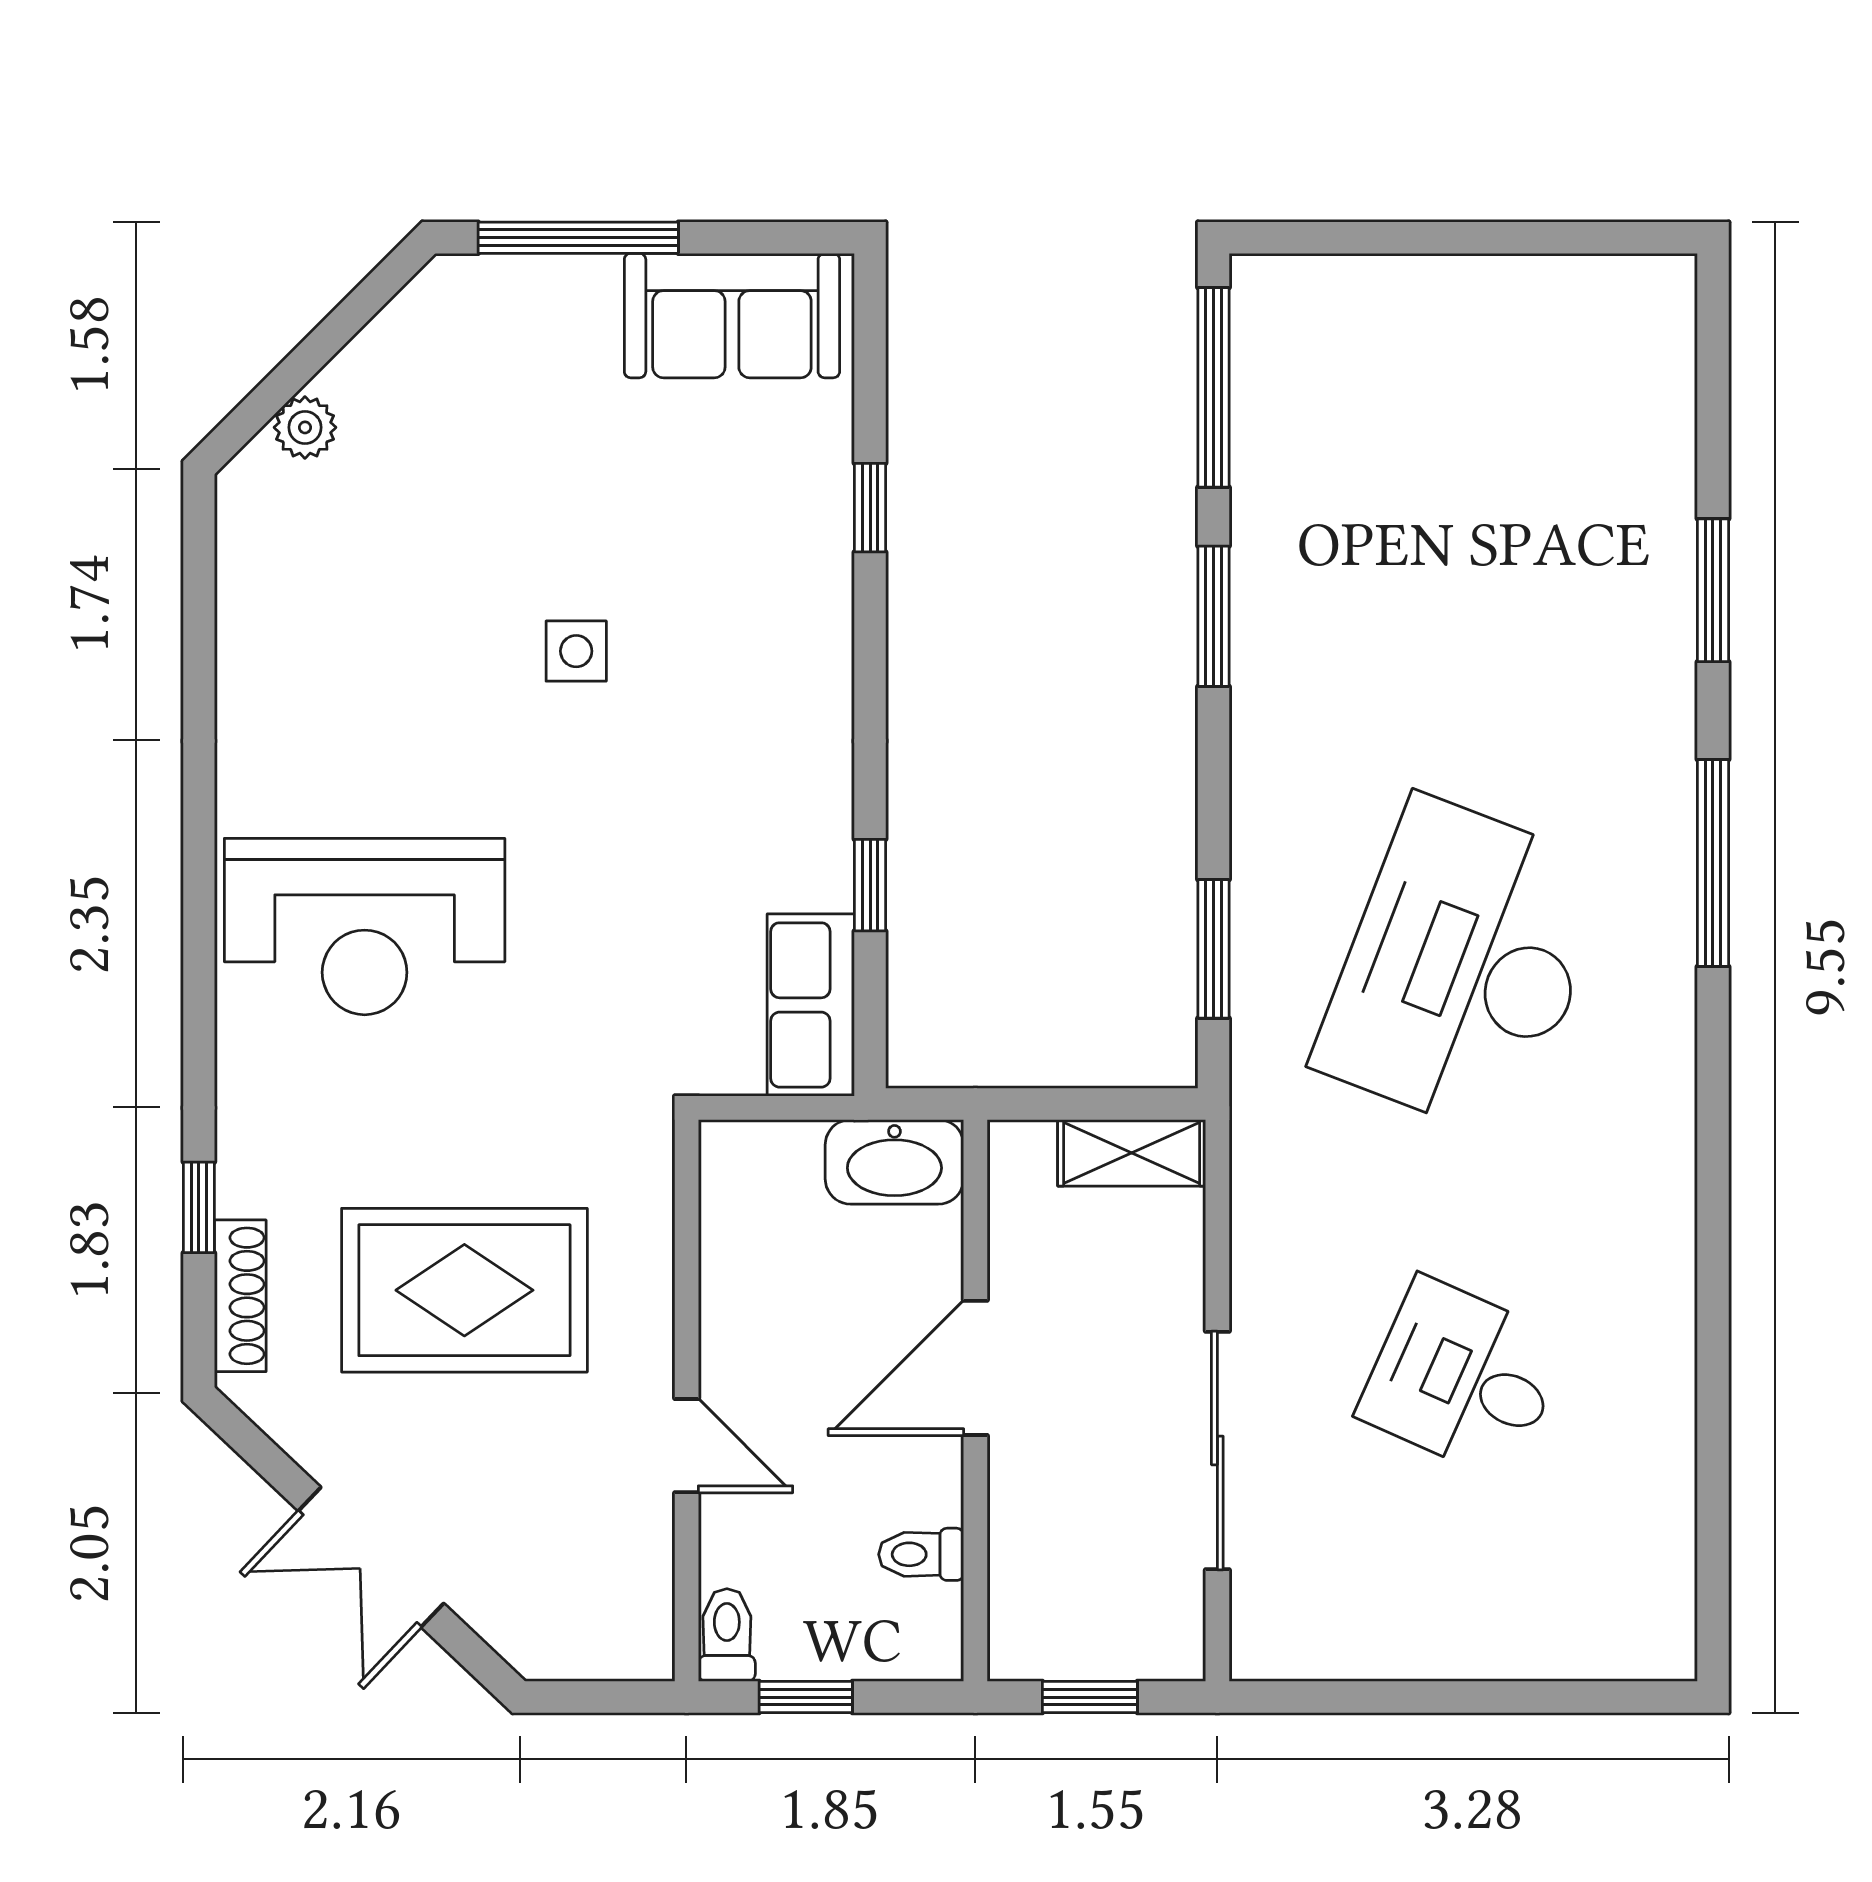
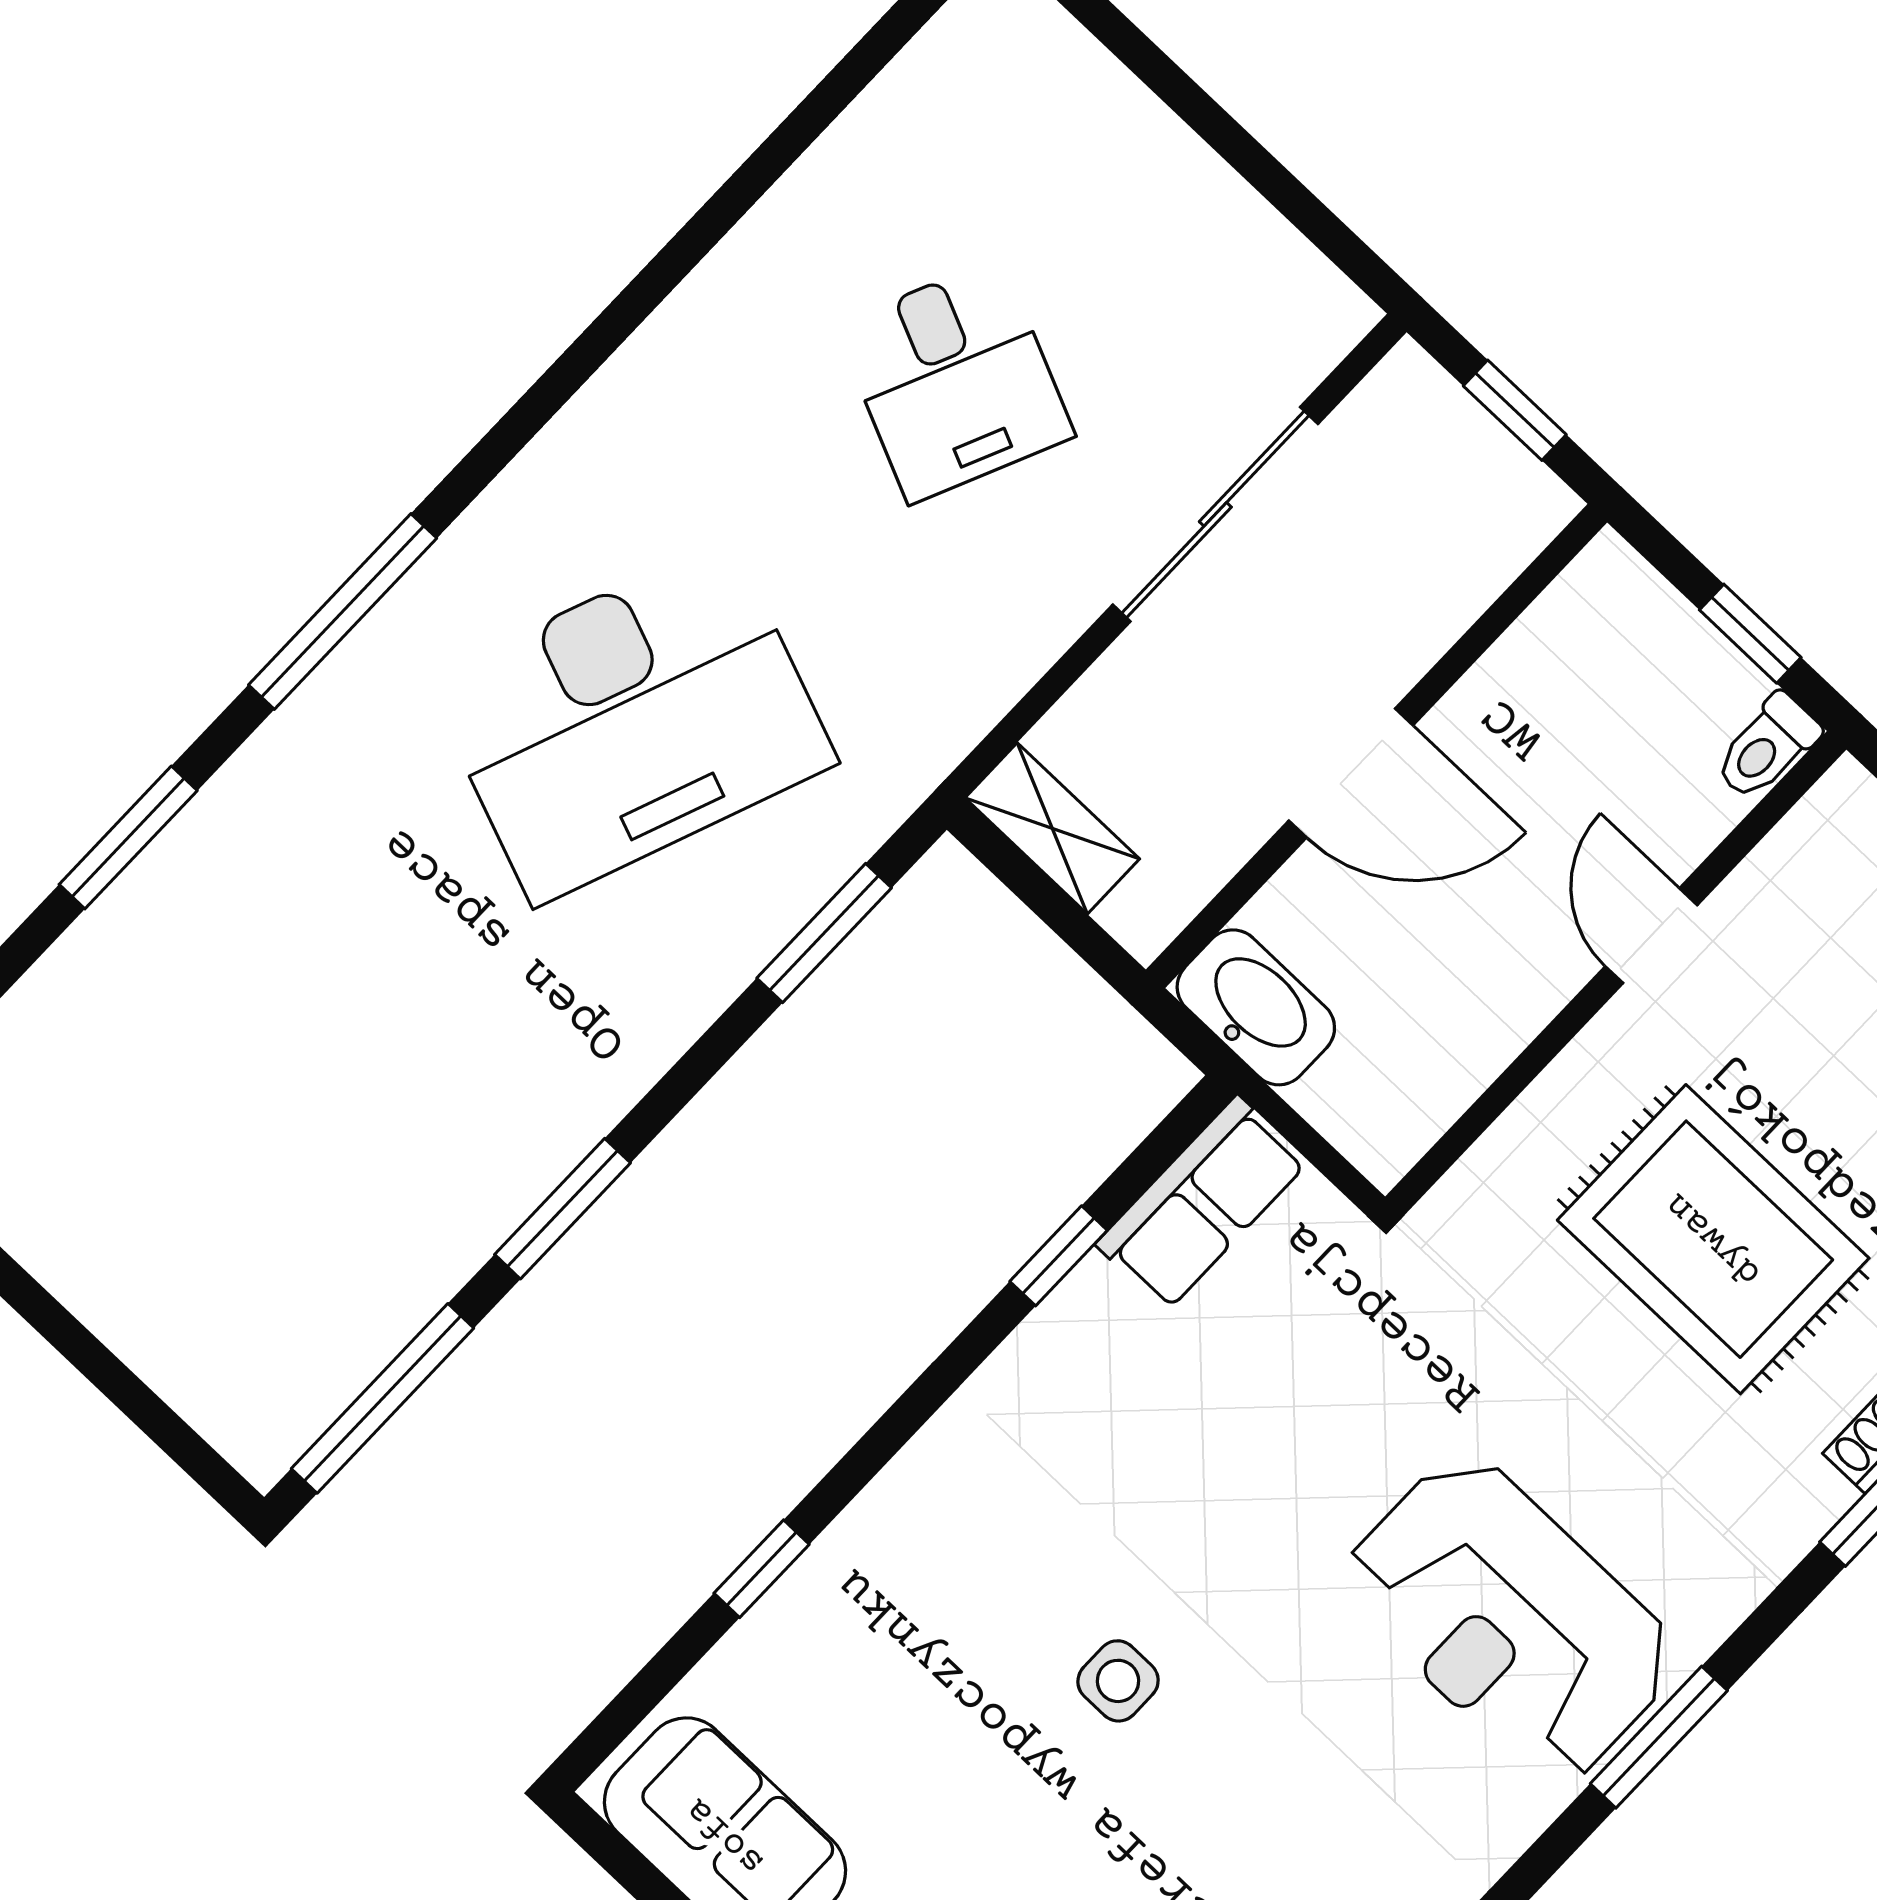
reception desk: (365, 927) -> (1510, 1619), turned 180
window: (199, 941) -> (1659, 1737), added
toilet: (921, 1554) -> (1542, 661), removed

